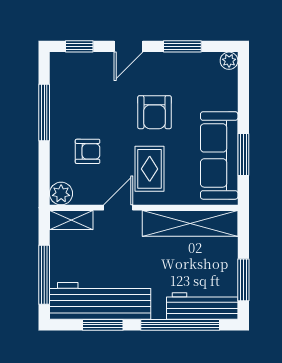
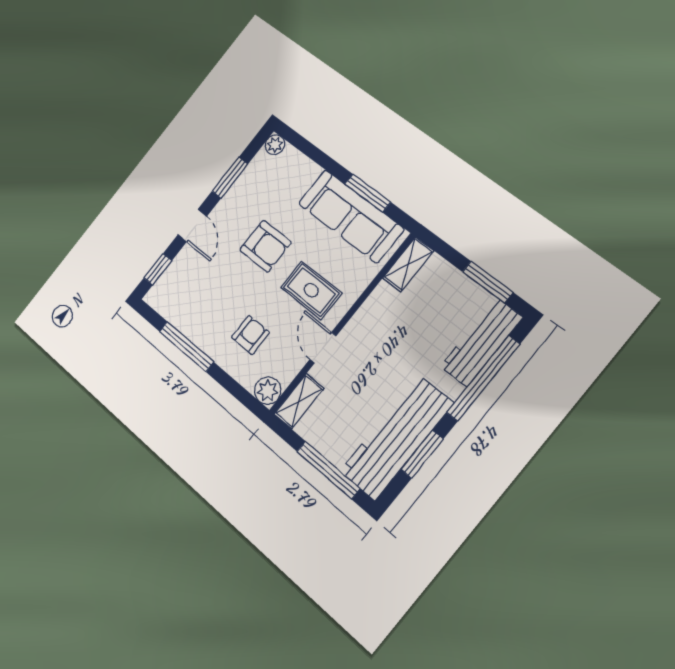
shelving: (190, 223) -> (408, 264), width x0.45, depth x0.75

